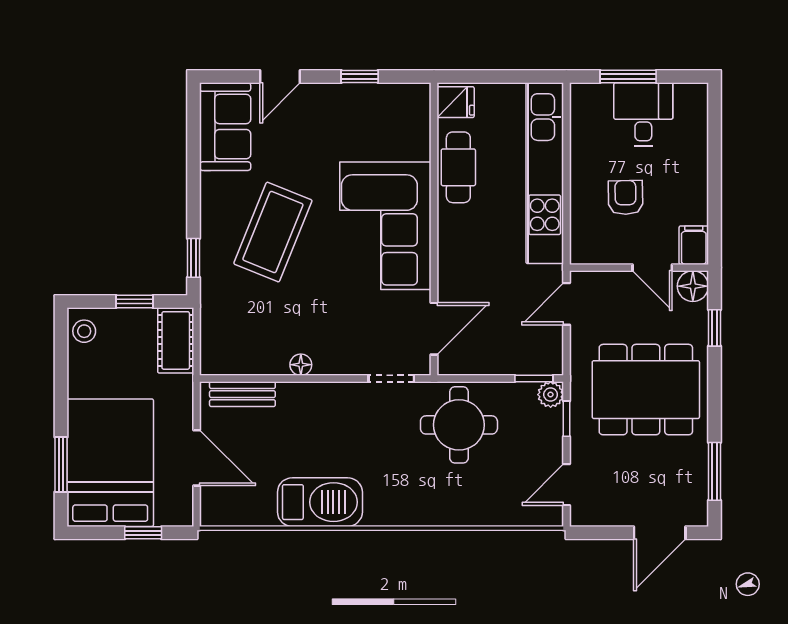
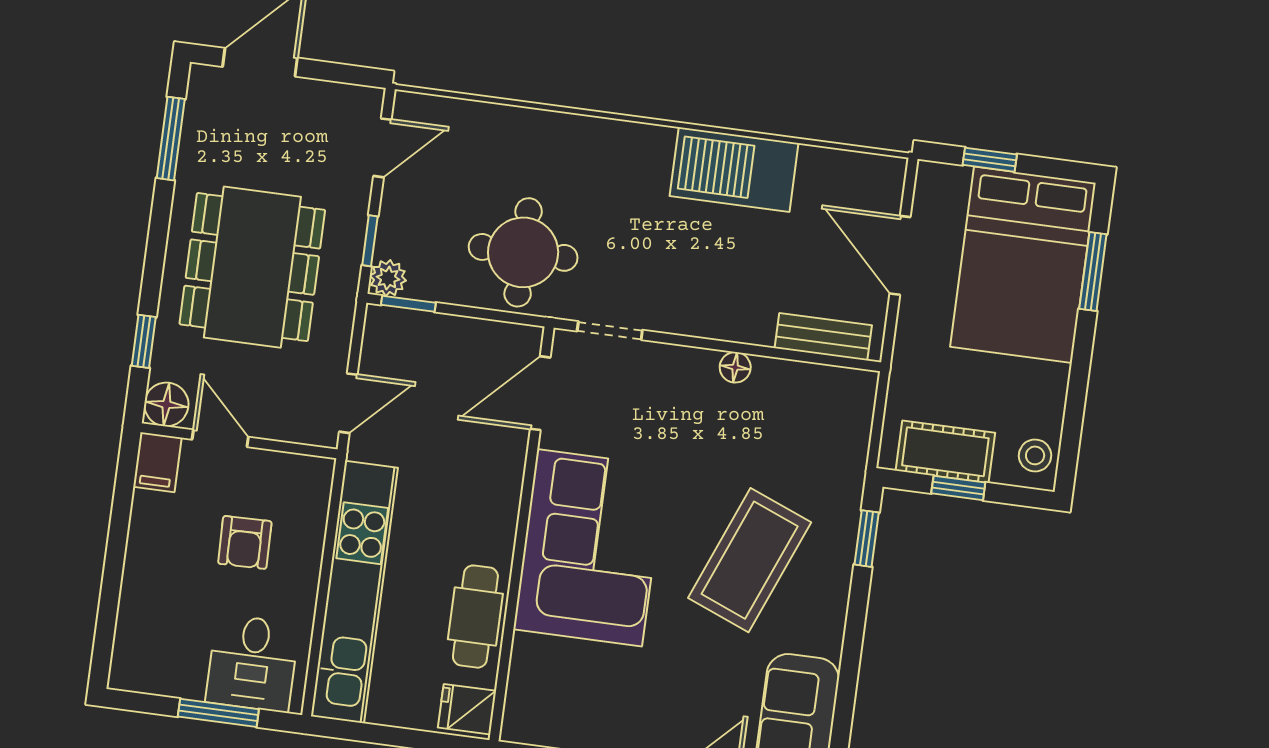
desk: (643, 114) -> (252, 663), moved
cot: (176, 340) -> (945, 452), moved, turned 90
dining table: (646, 390) -> (252, 267), turned 90

